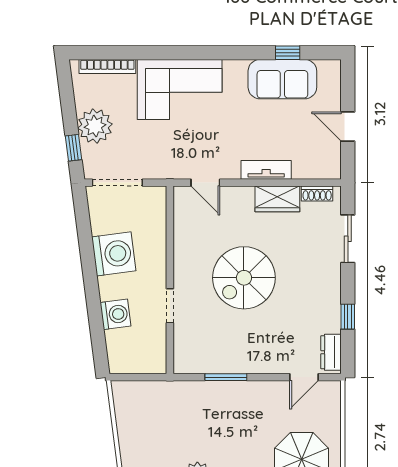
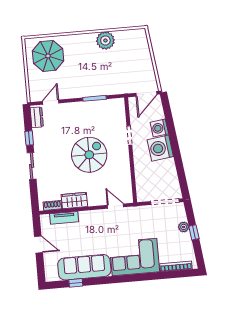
sofa: (282, 79) -> (84, 267), width x1.36
plant: (95, 126) -> (184, 227), width x0.53, depth x0.53
window: (74, 148) -> (194, 232), moved
tv unit: (266, 170) -> (64, 218), moved
sliding door: (348, 239) -> (32, 166), moved
washing machine: (114, 254) -> (160, 148), moved
door: (133, 377) -> (146, 94), added

